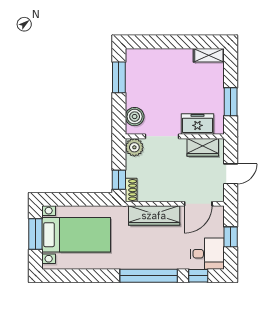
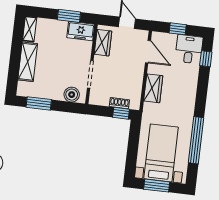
shelving: (168, 58) -> (28, 62), added
freezer: (197, 124) -> (81, 31), moved, turned -90
plant: (134, 147) -> (96, 98), removed
shoe rack: (131, 190) -> (119, 103), moved
wardrobe: (154, 216) -> (153, 88), width x0.67
window: (149, 276) -> (196, 140), moved

